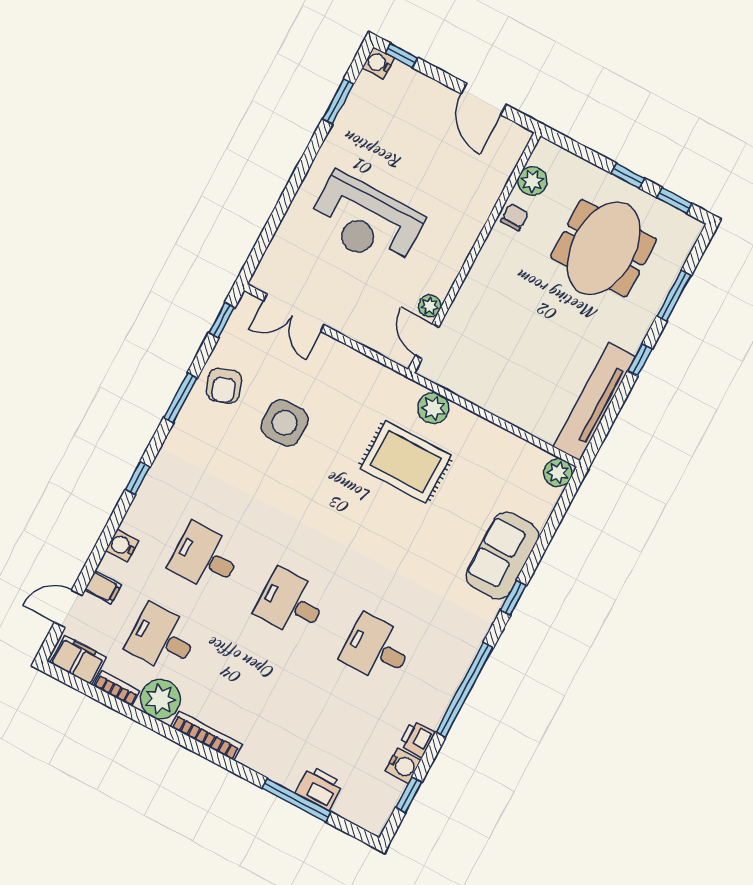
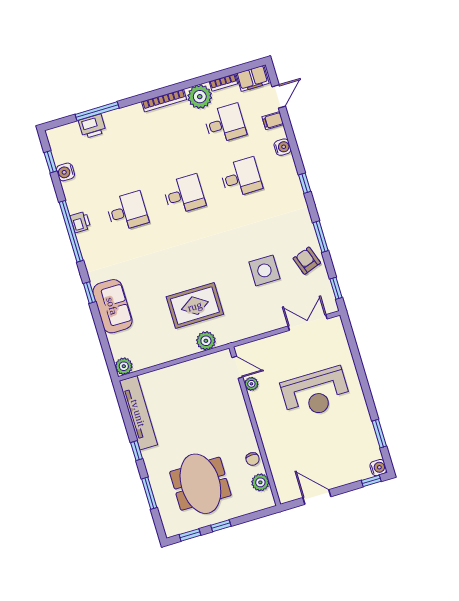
reception desk: (366, 221) -> (316, 393), turned 180
printer: (417, 739) -> (80, 222), moved

